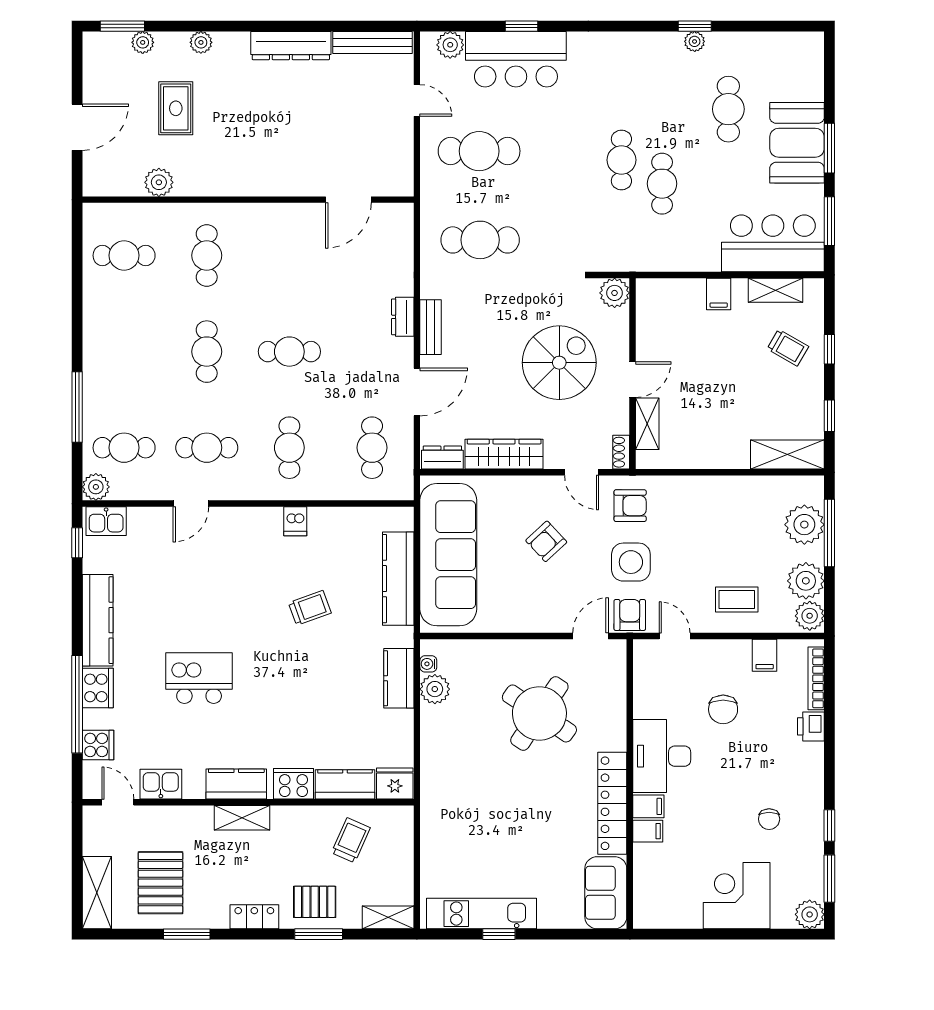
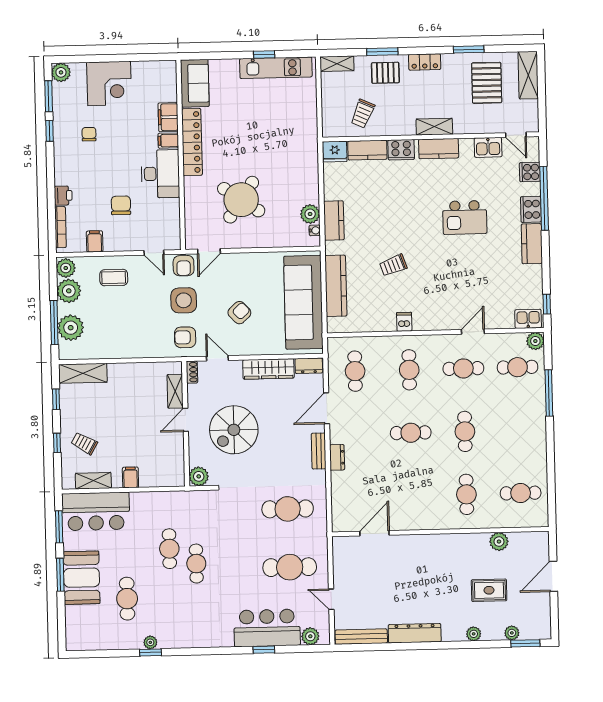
rug: (176, 108) -> (489, 590), turned 90
kitchen counter: (98, 620) -> (532, 244), width x0.67
filing cabinet: (648, 831) -> (168, 117), width x2.00

